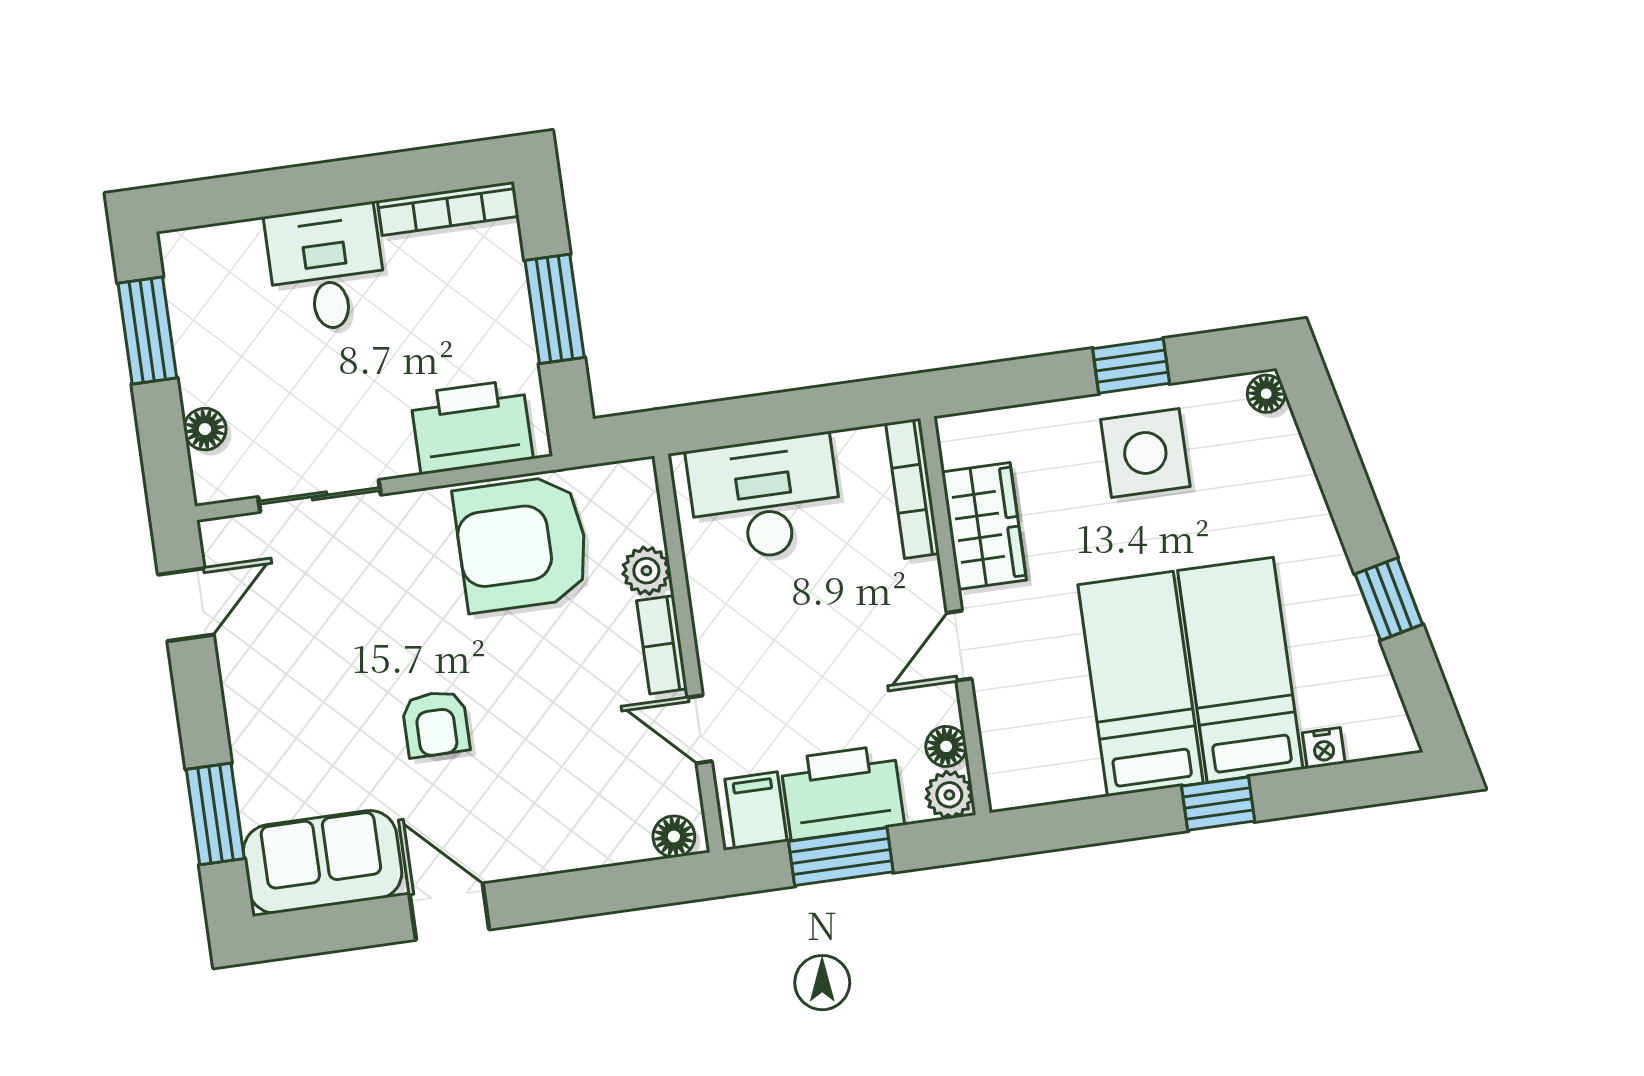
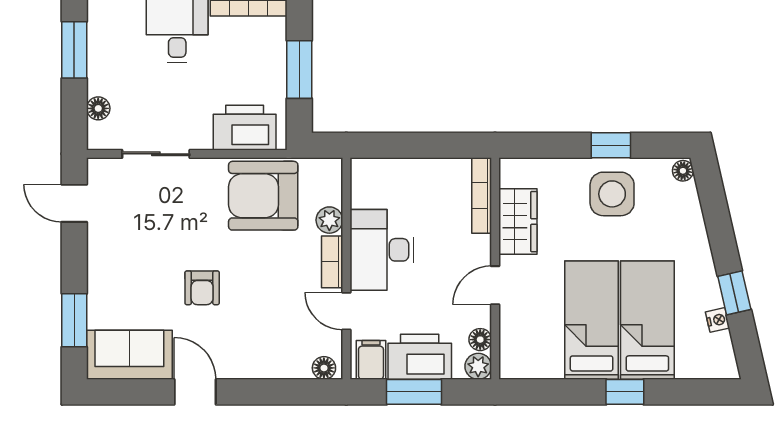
desk: (765, 498) -> (382, 250), moved, turned -90
door: (186, 605) -> (74, 203), swing flipped
nightstand: (1324, 748) -> (718, 320), moved, turned -103

